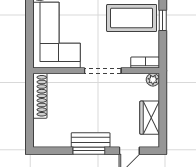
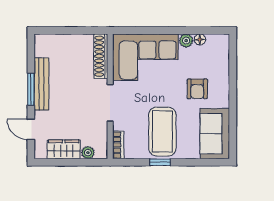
plant: (153, 80) -> (88, 153), moved
shoe rack: (40, 96) -> (101, 56), moved, turned 90
bench: (91, 140) -> (42, 84), width x1.36

